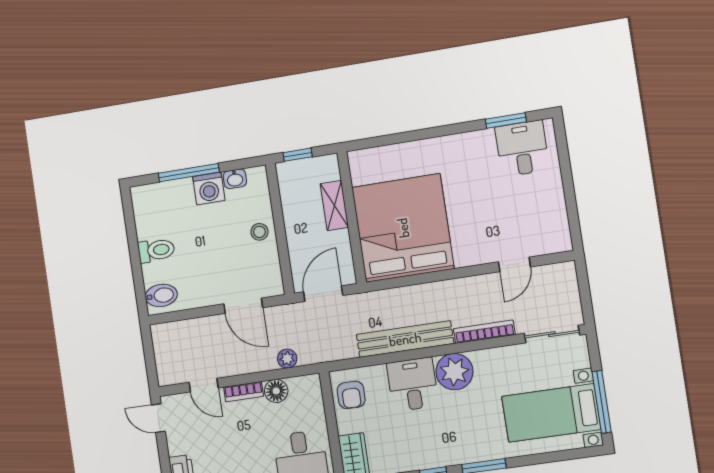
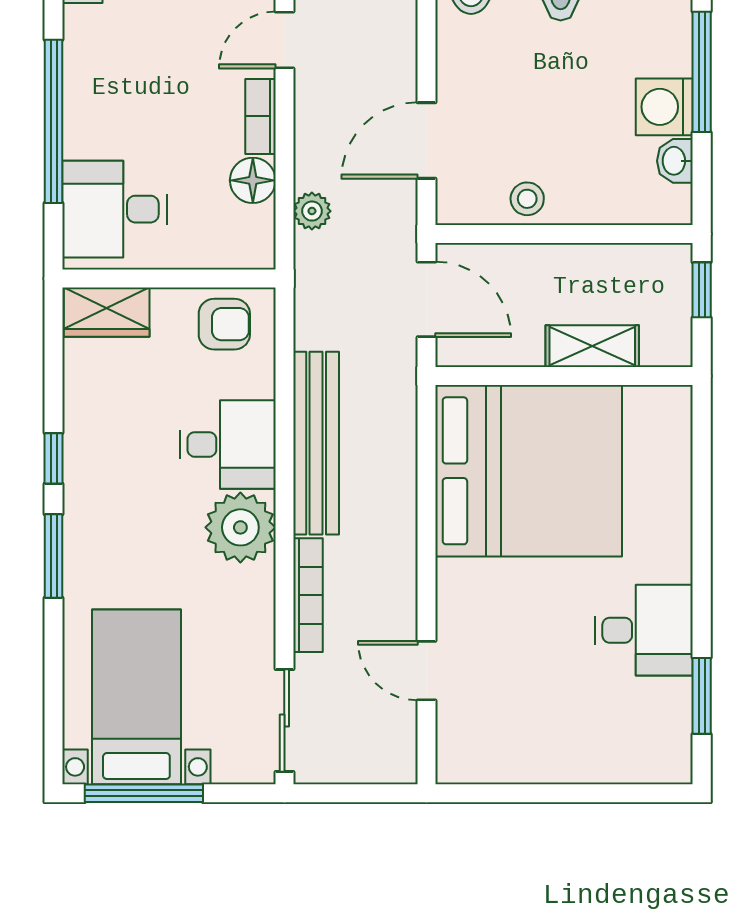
desk: (522, 148) -> (644, 630), moved
stool: (259, 232) -> (527, 199), moved
armchair: (351, 395) -> (224, 324), turned 180

